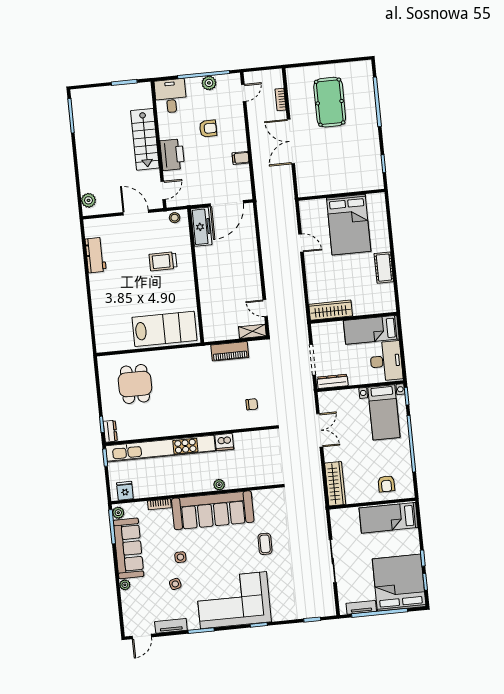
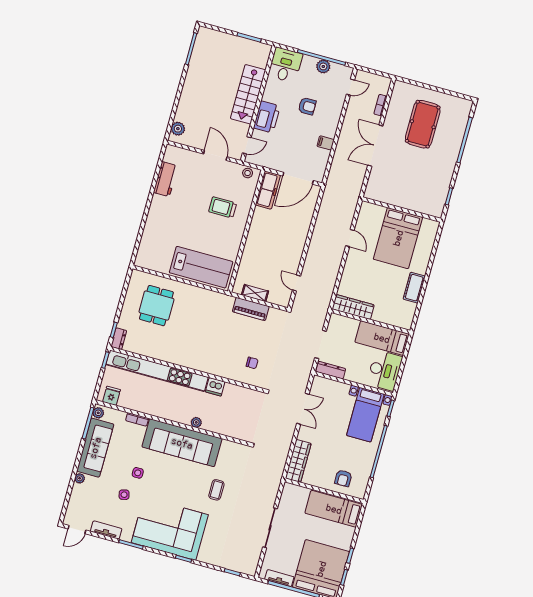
shelving: (252, 331) -> (255, 293), moved

